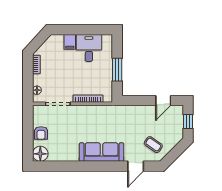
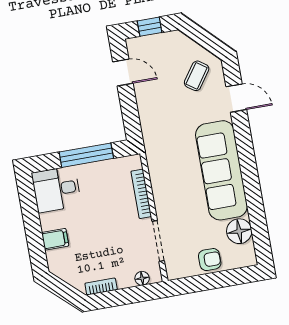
desk: (89, 48) -> (56, 189), moved
window: (117, 70) -> (86, 155), width x1.44
sofa: (102, 152) -> (221, 170), width x1.36, depth x1.27
floor lamp: (40, 154) -> (239, 231), moved

